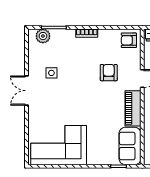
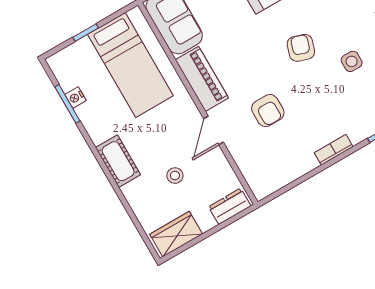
armchair: (129, 40) -> (301, 48), moved, turned -72

